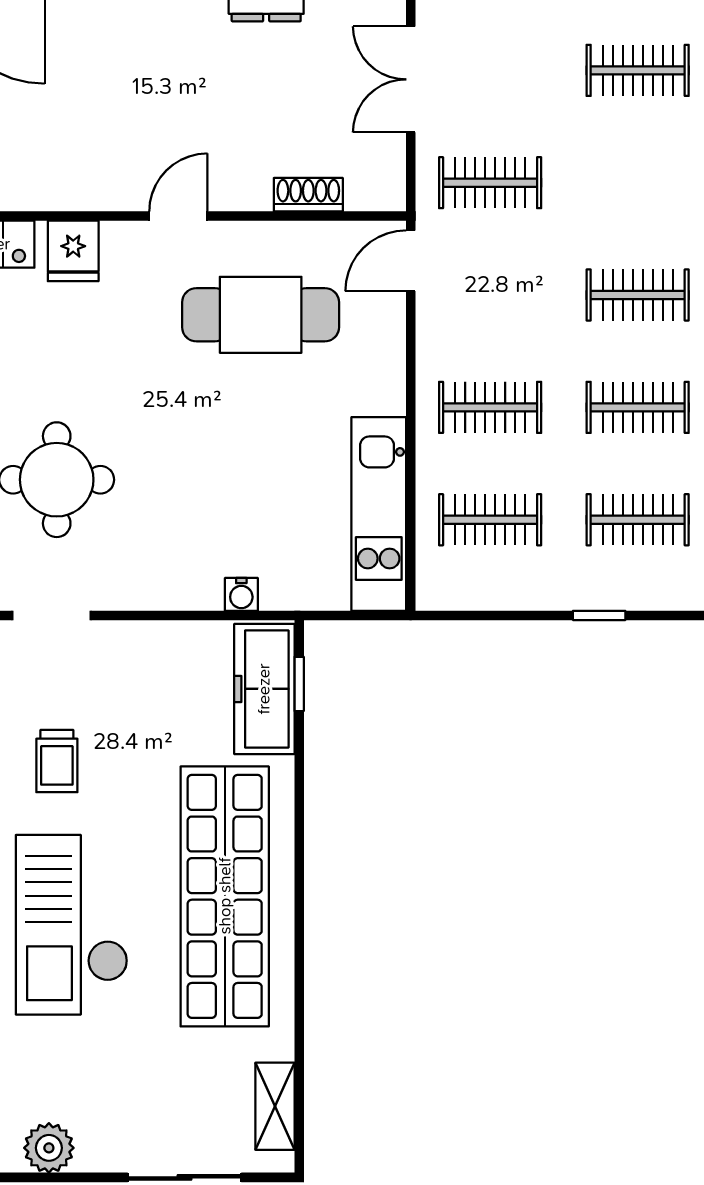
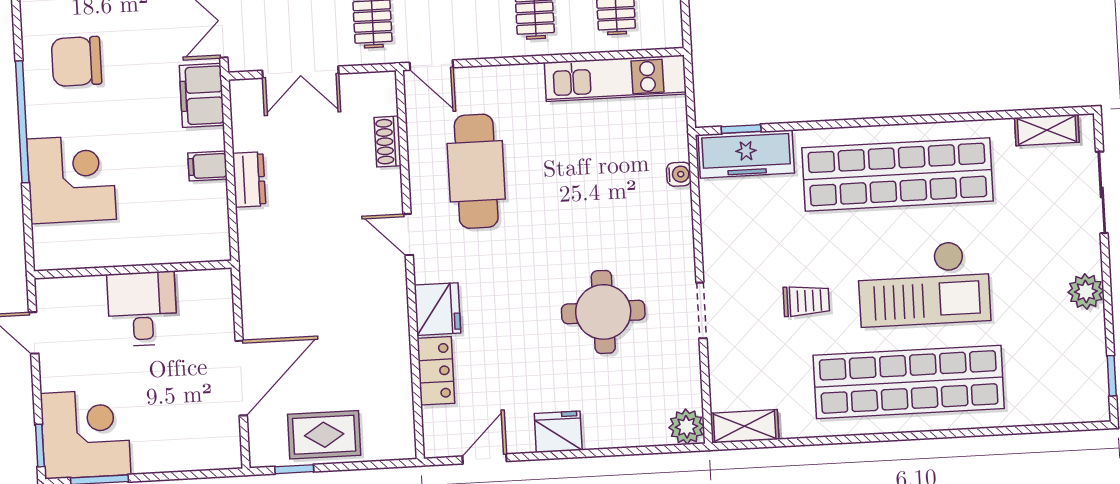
fridge: (73, 251) -> (437, 309), width x1.38

